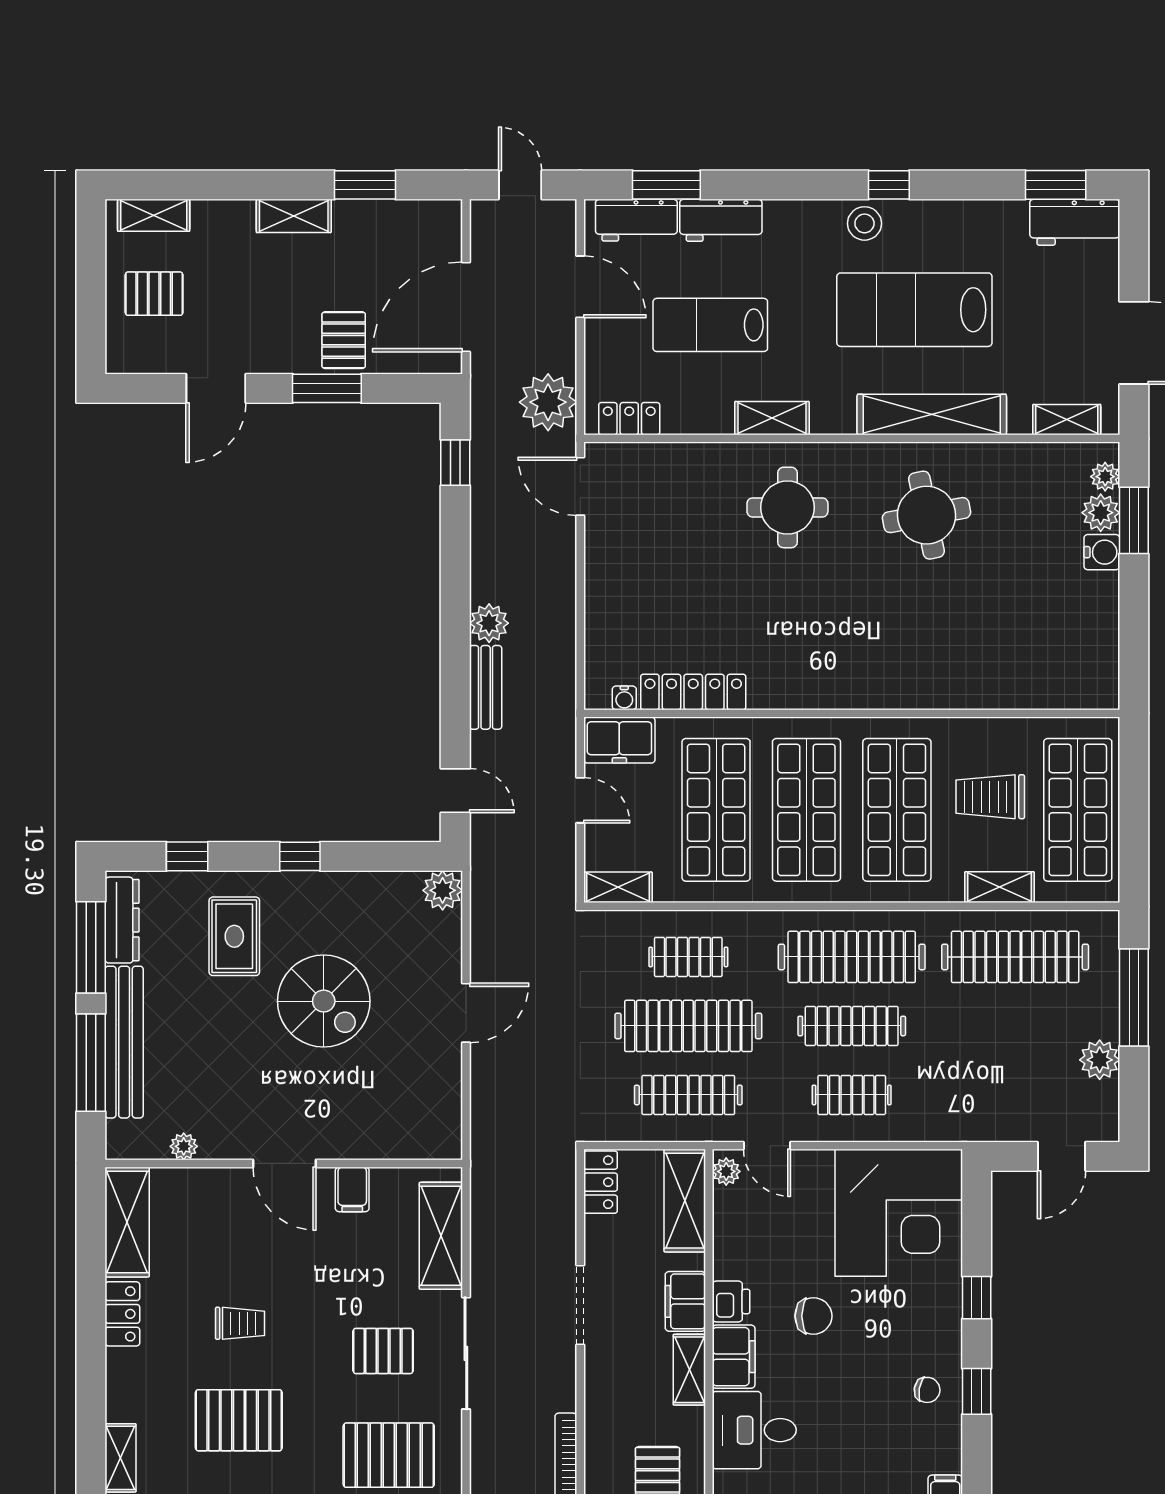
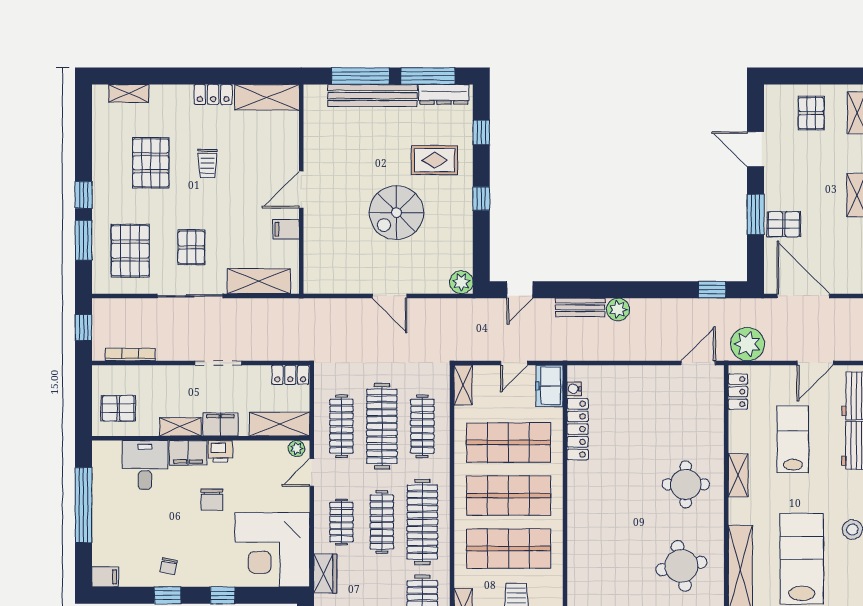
clothes rail: (688, 957) -> (422, 426), width x1.36
wardrobe: (940, 1123) -> (325, 574), added
plant: (184, 1146) -> (311, 130), removed

